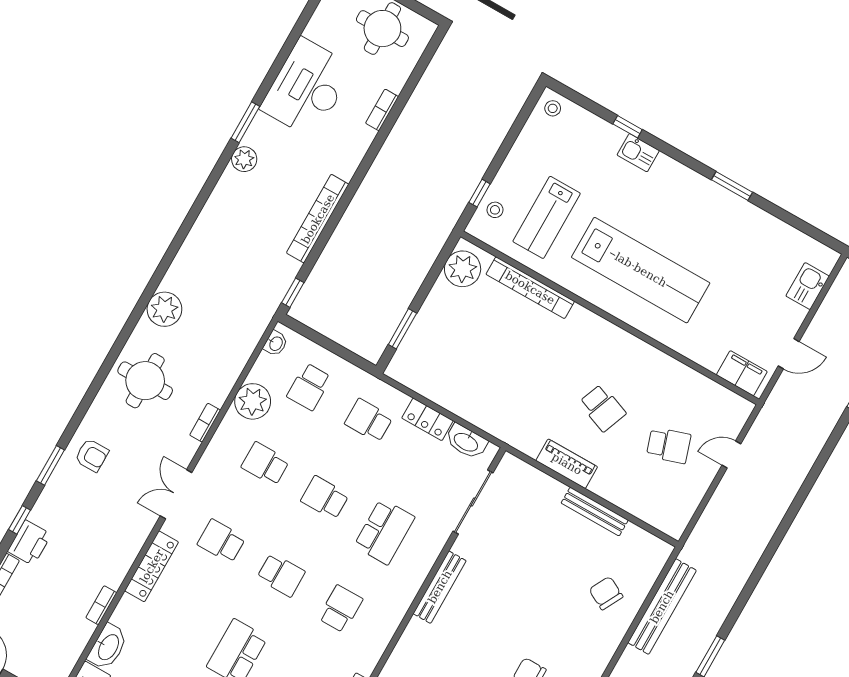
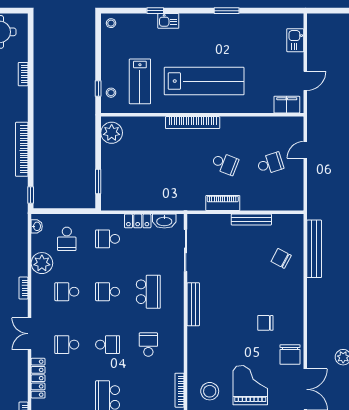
bookcase: (530, 288) -> (193, 123), moved

